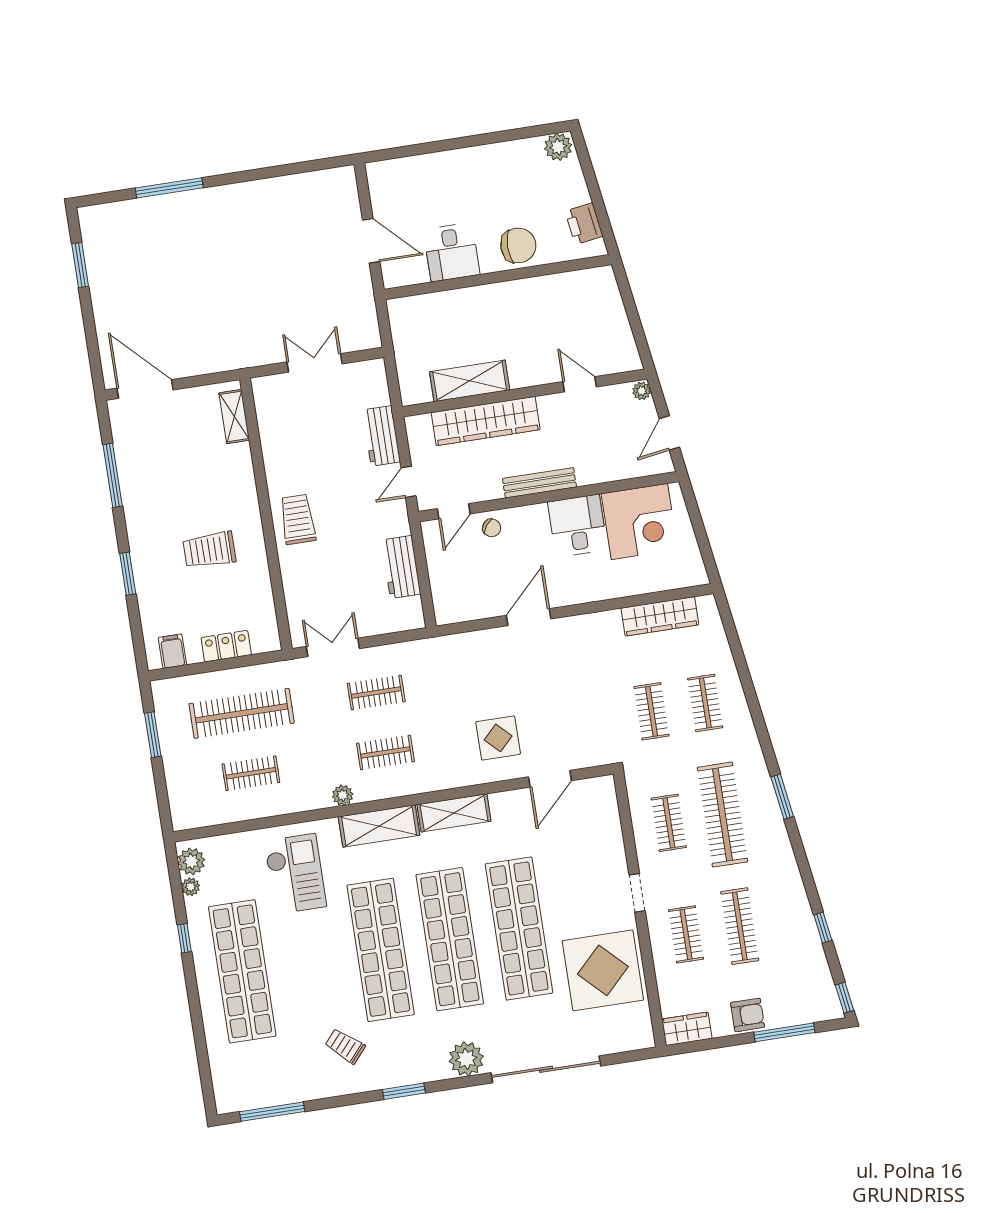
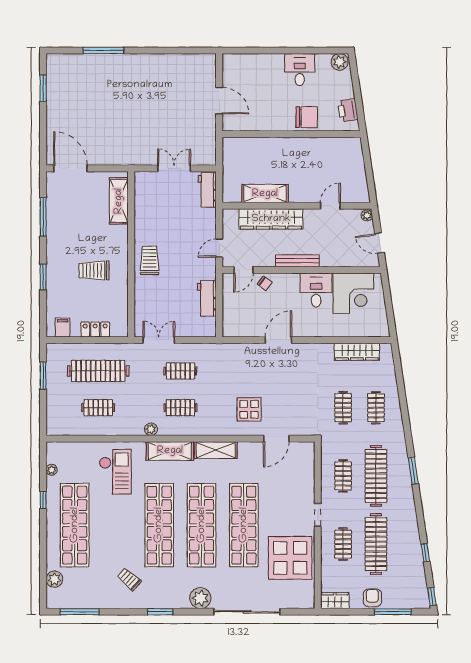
desk: (452, 252) -> (300, 70), moved, turned 180
door: (580, 384) -> (330, 206), hinge flipped
shelving: (234, 417) -> (119, 201), width x1.50, depth x1.33
door: (669, 433) -> (380, 243), hinge flipped
workbench: (381, 436) -> (207, 190), moved
plant: (191, 861) -> (54, 579), moved
clothes rail: (740, 926) -> (376, 544), width x1.37, depth x1.31
armchair: (748, 1015) -> (372, 598), turned -90

